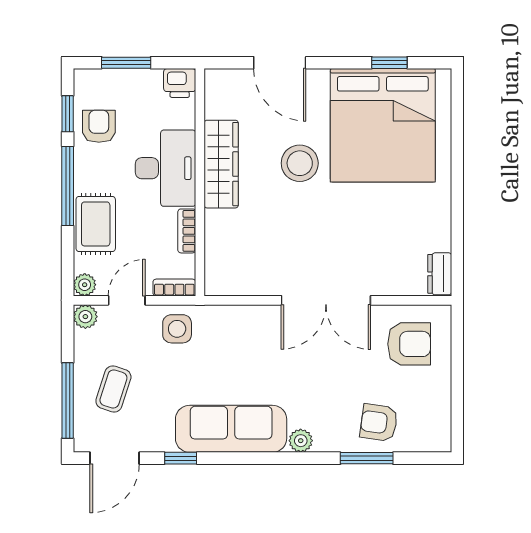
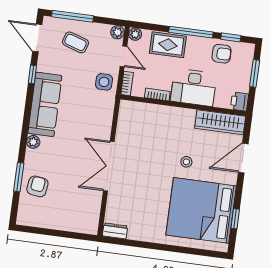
stool: (300, 163) -> (186, 162), width x0.53, depth x0.53
wardrobe: (221, 164) -> (220, 122), moved
armchair: (409, 344) -> (79, 209), removed

